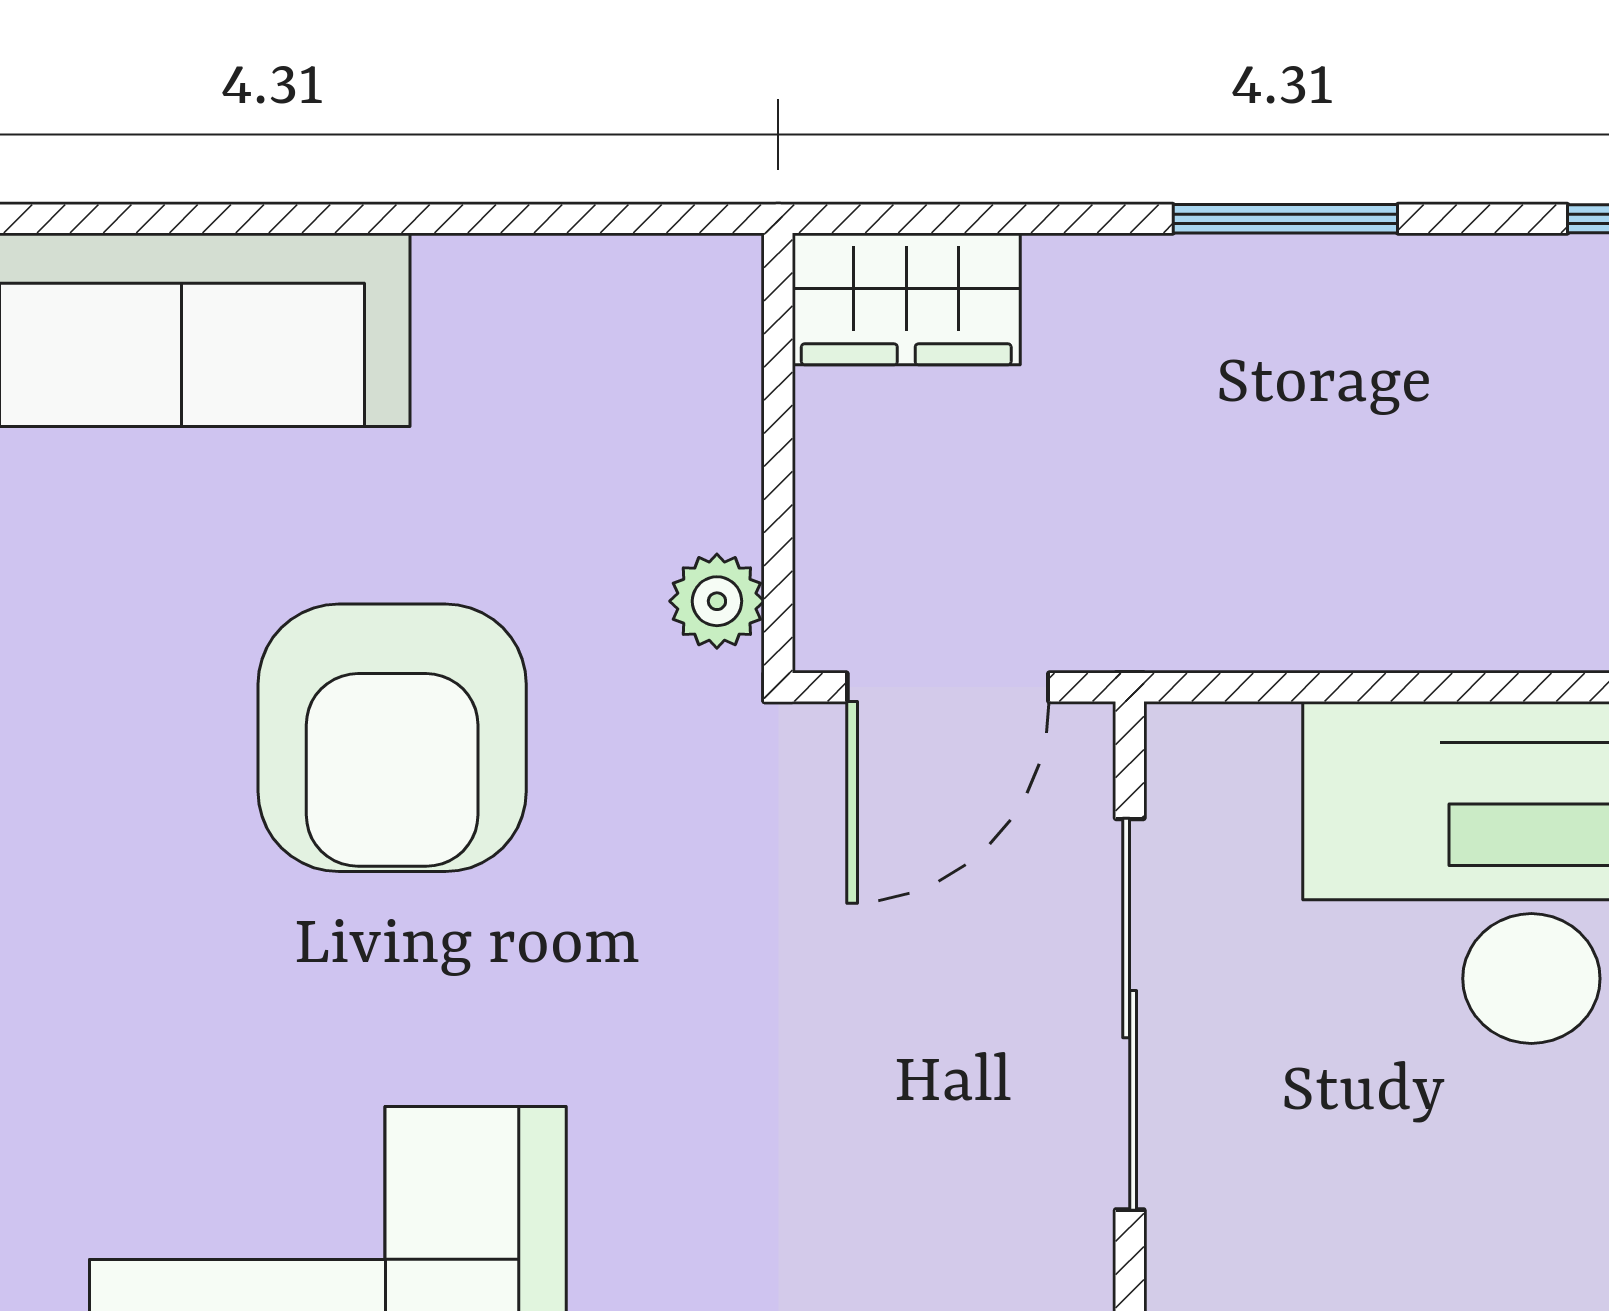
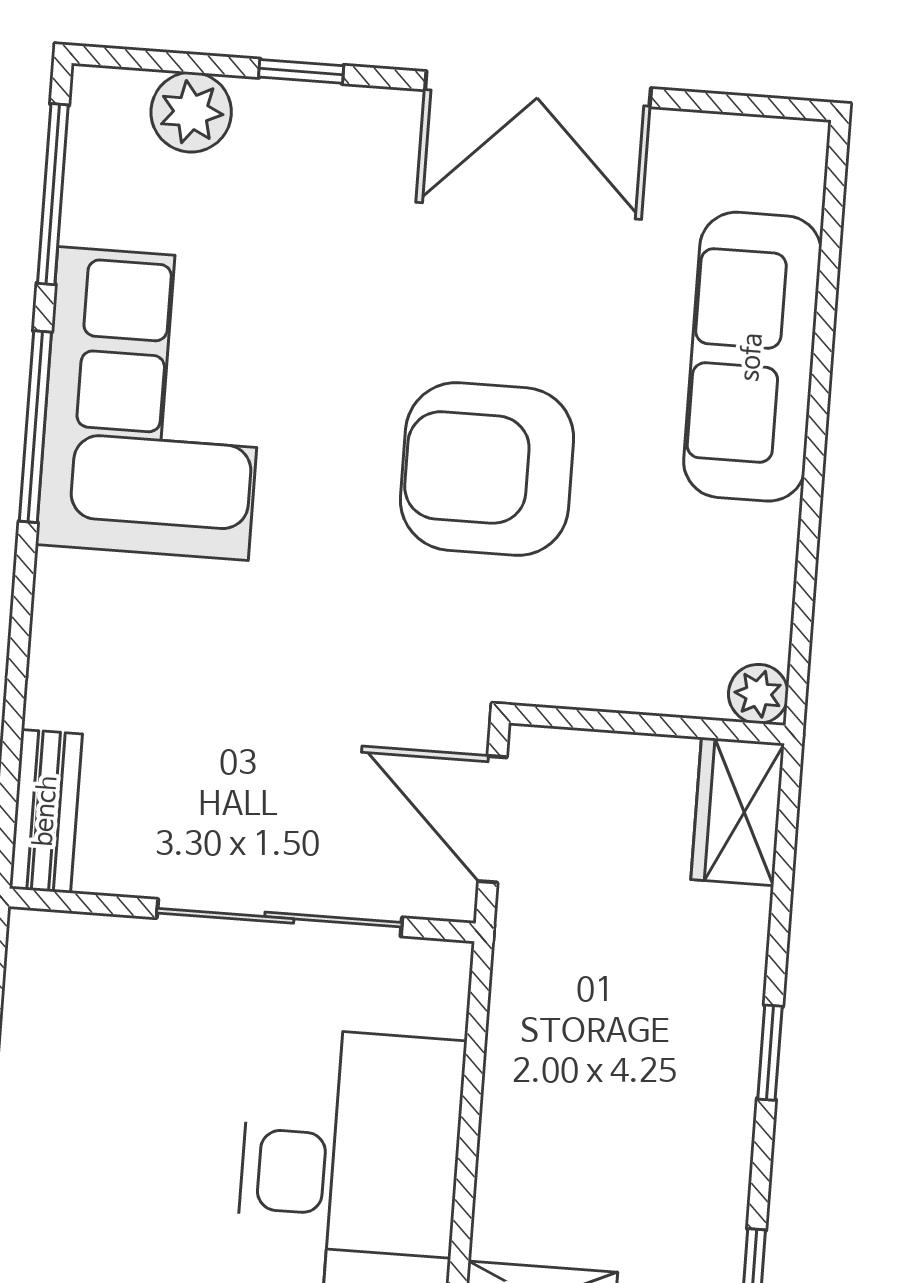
window: (1285, 219) -> (770, 1053), width x0.67
plant: (717, 601) -> (758, 694), moved

